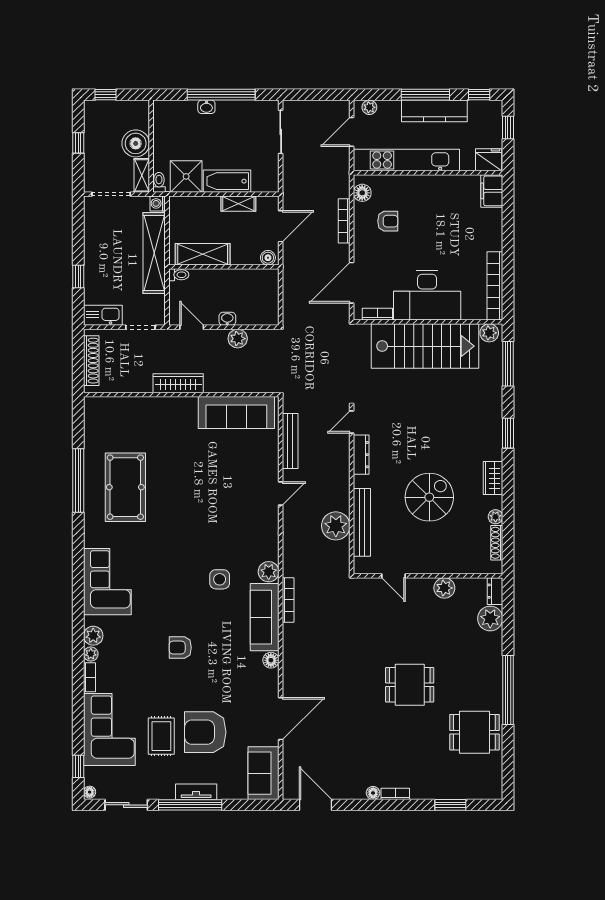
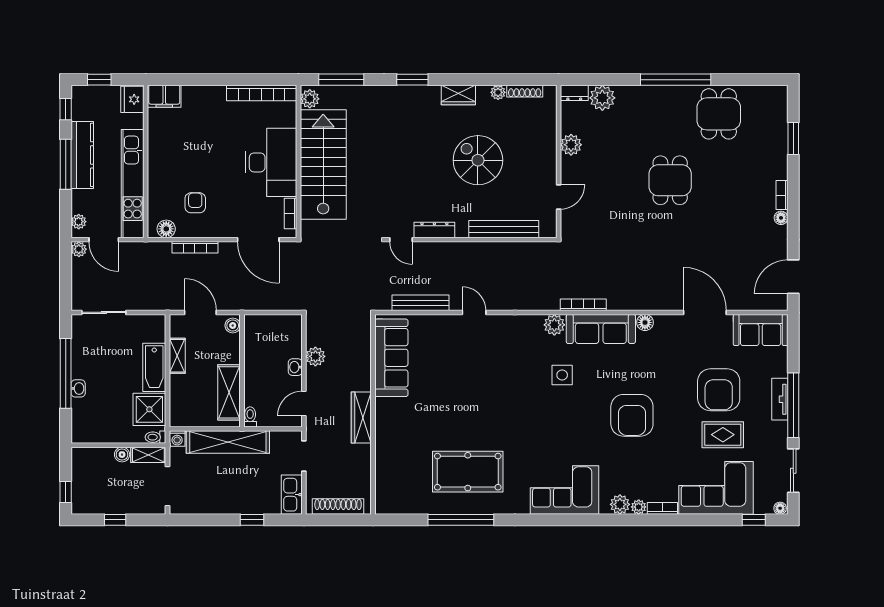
boiler: (136, 143) -> (122, 455), width x0.54, depth x0.54
plant: (336, 526) -> (79, 249), moved, width x0.53, depth x0.53
armchair: (180, 648) -> (632, 415), width x1.88, depth x1.88

